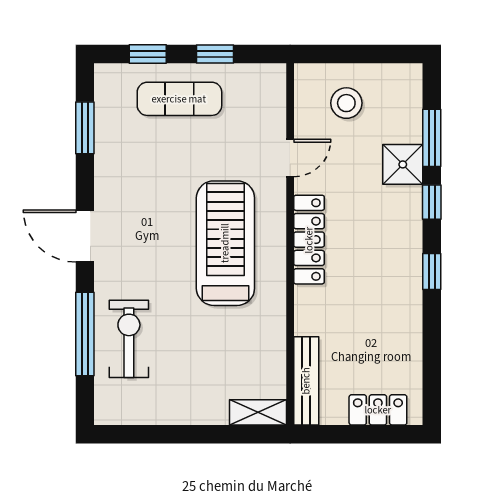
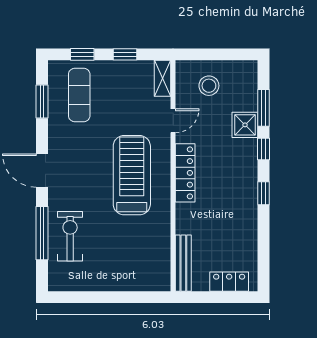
exercise mat: (179, 99) -> (79, 95), moved, turned 90
shelving: (258, 412) -> (163, 78), moved, turned 90

